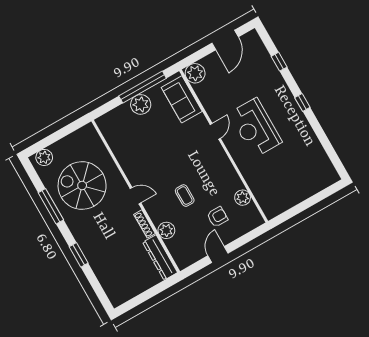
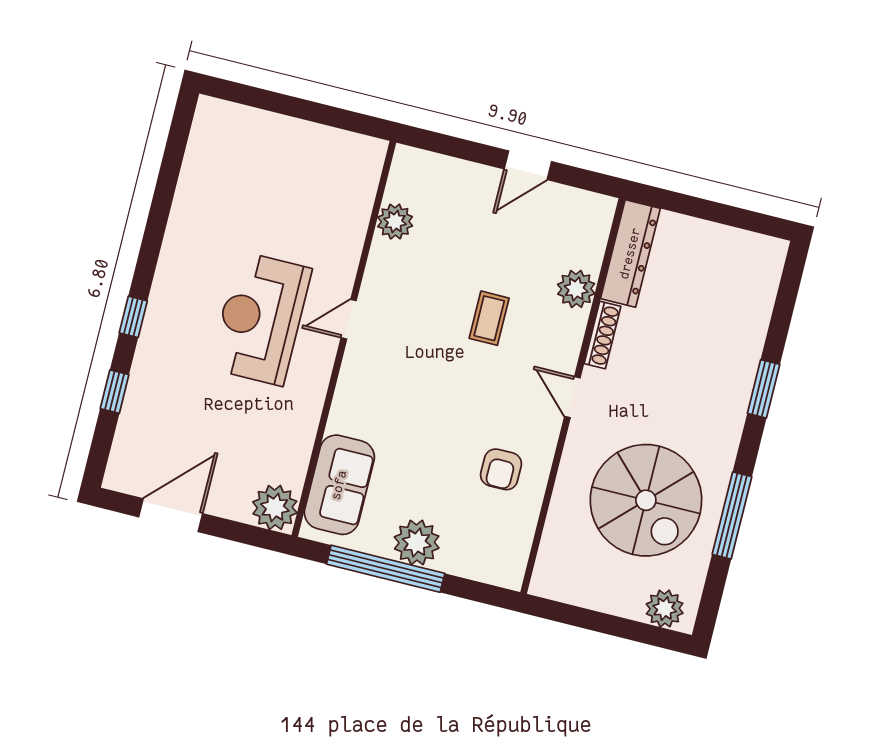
window: (302, 102) -> (133, 317), moved
reception desk: (255, 128) -> (261, 319), turned 180
door: (215, 131) -> (349, 319), moved
armchair: (217, 217) -> (501, 469), moved, turned -90

